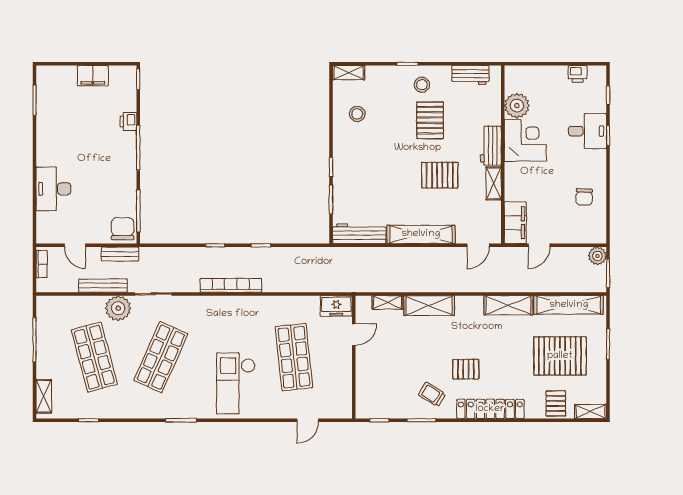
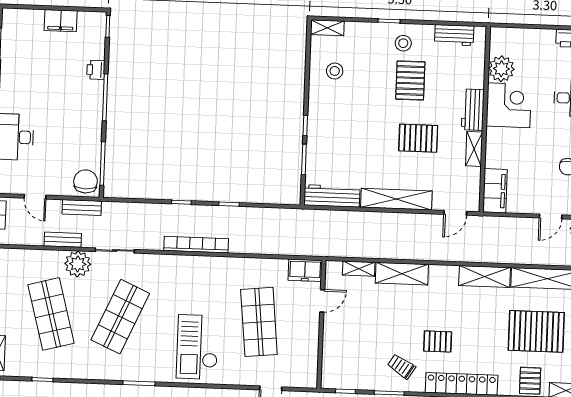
door: (539, 245) -> (551, 216), moved
bench: (103, 286) -> (63, 240), width x0.73

